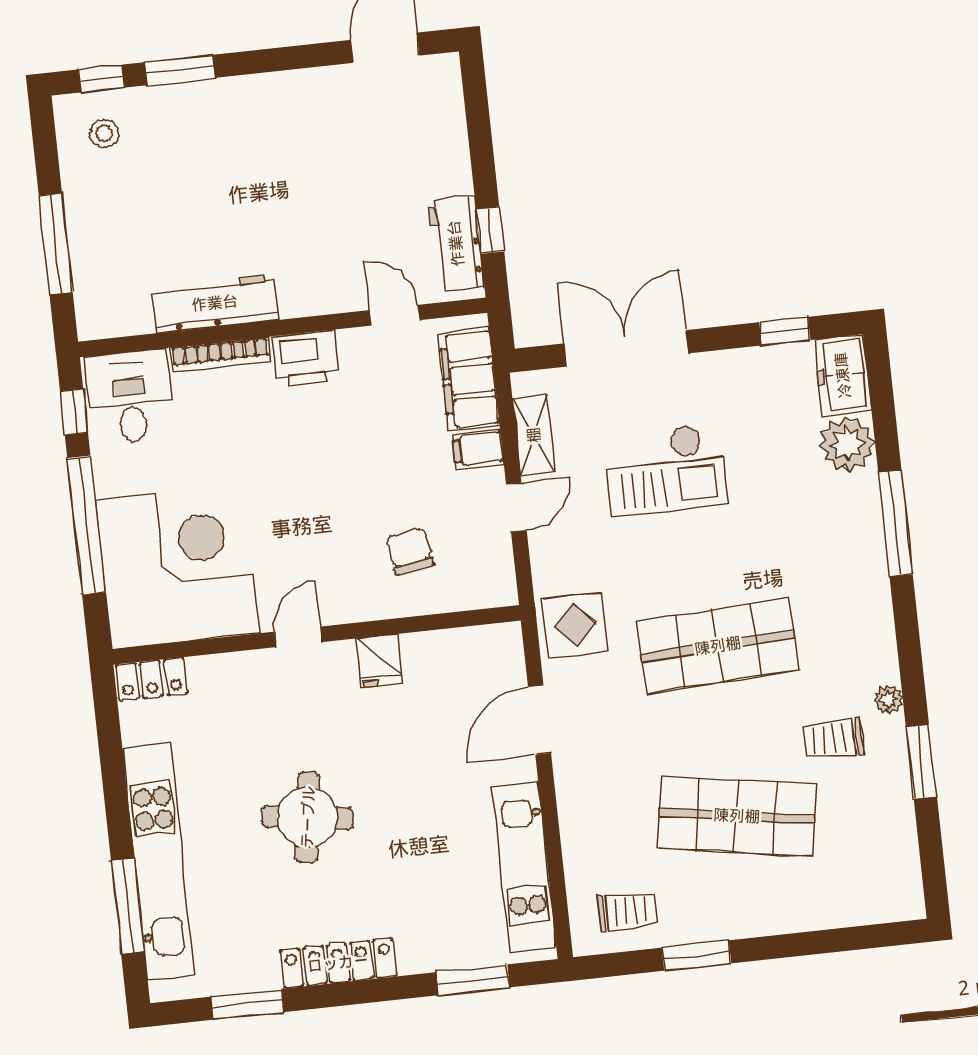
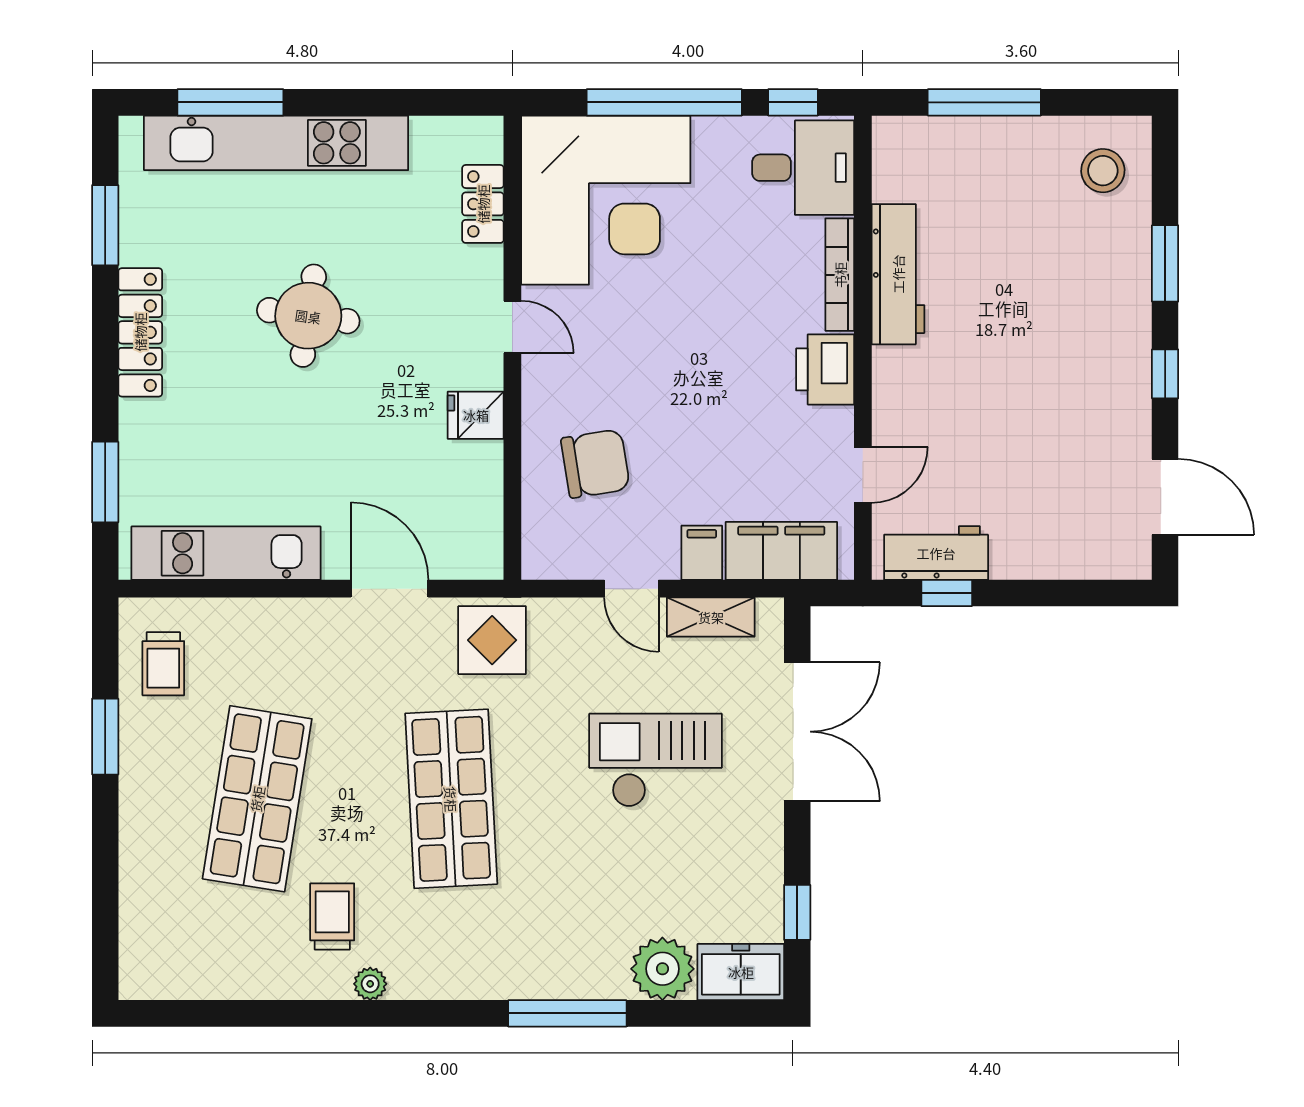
window: (102, 78) -> (1165, 374), moved
stool: (104, 133) -> (1103, 171), width x1.37, depth x1.37
checkout: (665, 470) -> (656, 760), turned 90
chair: (410, 551) -> (595, 464), width x1.37, depth x1.37
locker: (151, 679) -> (483, 204), moved
window: (921, 762) -> (296, 1013), removed

